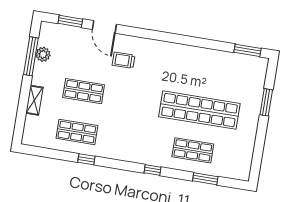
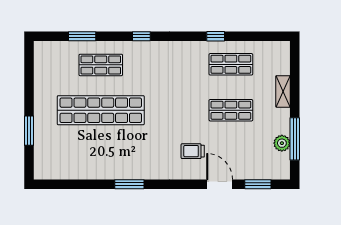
window: (248, 50) -> (129, 184), moved
trolley: (124, 60) -> (193, 151), turned 180

